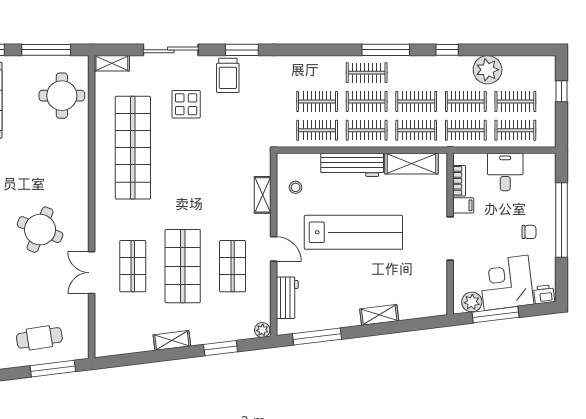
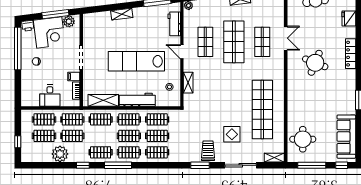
clothes rail: (317, 73) -> (157, 152), added
clothes rail: (416, 101) -> (101, 152), moved
window: (561, 220) -> (18, 48), moved

